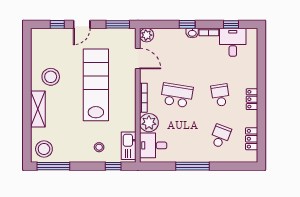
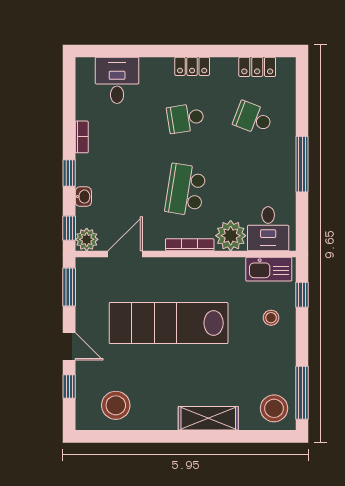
window: (231, 24) -> (69, 228), moved
washbasin: (192, 33) -> (83, 197), moved
desk: (233, 42) -> (117, 80), moved, turned 90
stool: (51, 77) -> (116, 405), moved

